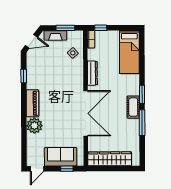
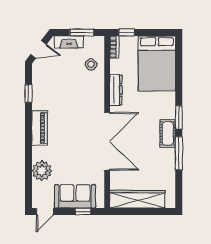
bed: (129, 52) -> (157, 63), width x1.50
plant: (34, 126) -> (42, 171), moved

